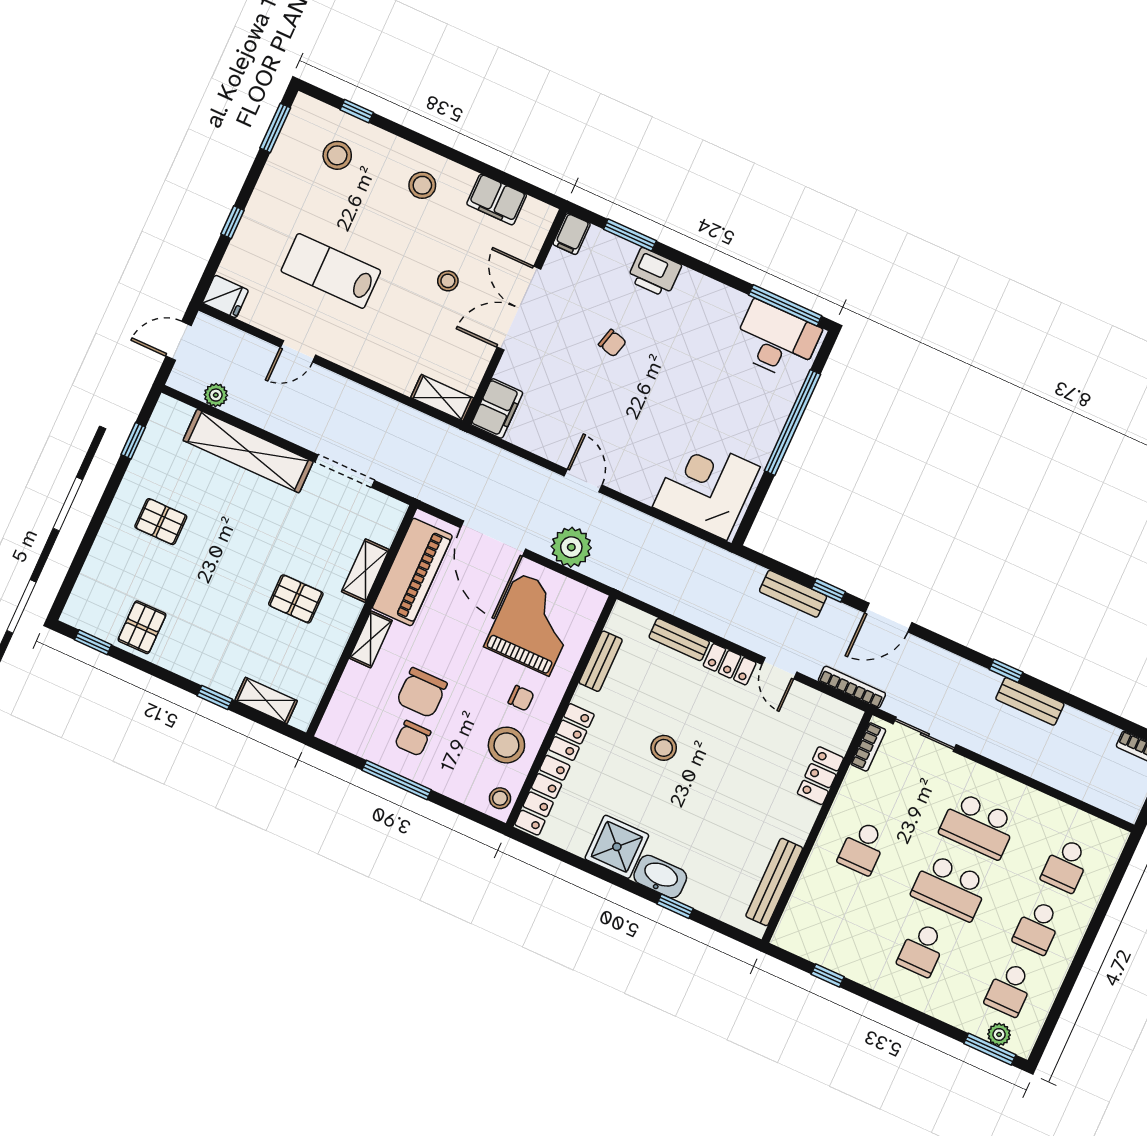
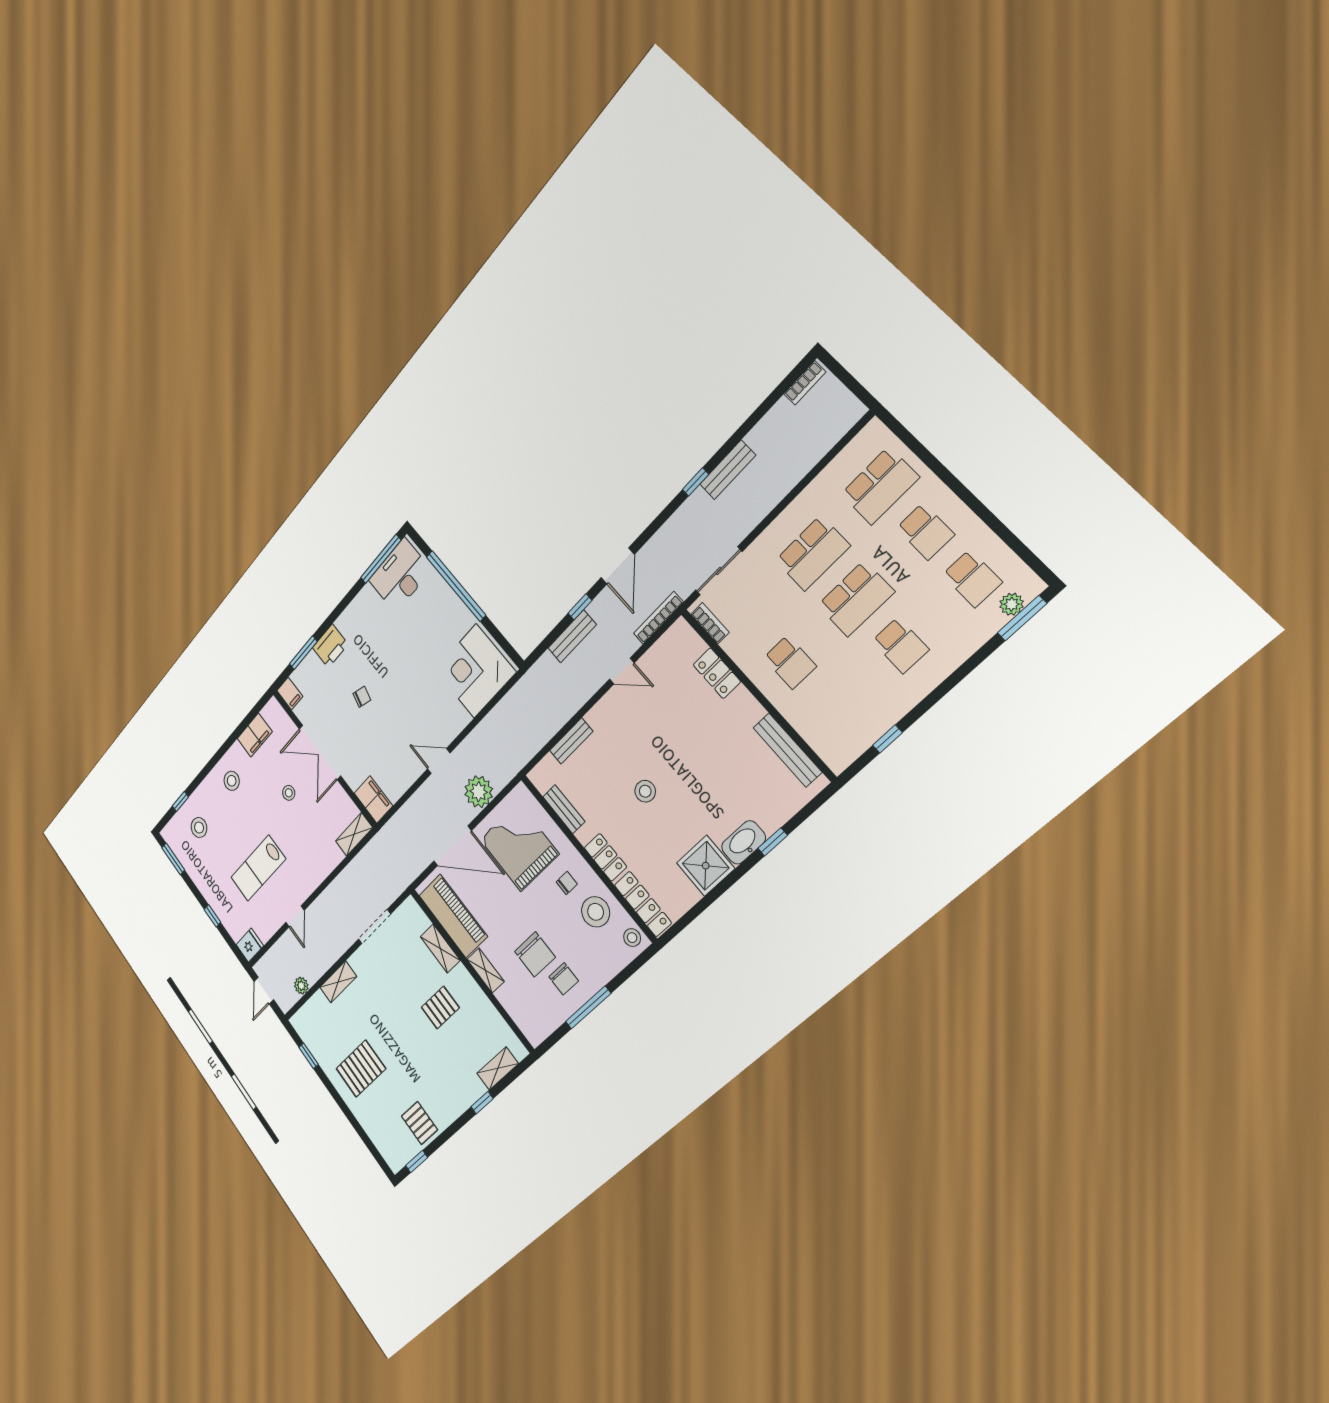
shelving: (248, 451) -> (338, 982), width x0.45, depth x0.75
pallet: (161, 522) -> (361, 1069), width x1.50, depth x1.42
locker: (730, 664) -> (604, 710), removed
school desk: (1066, 865) -> (880, 486), width x1.85

